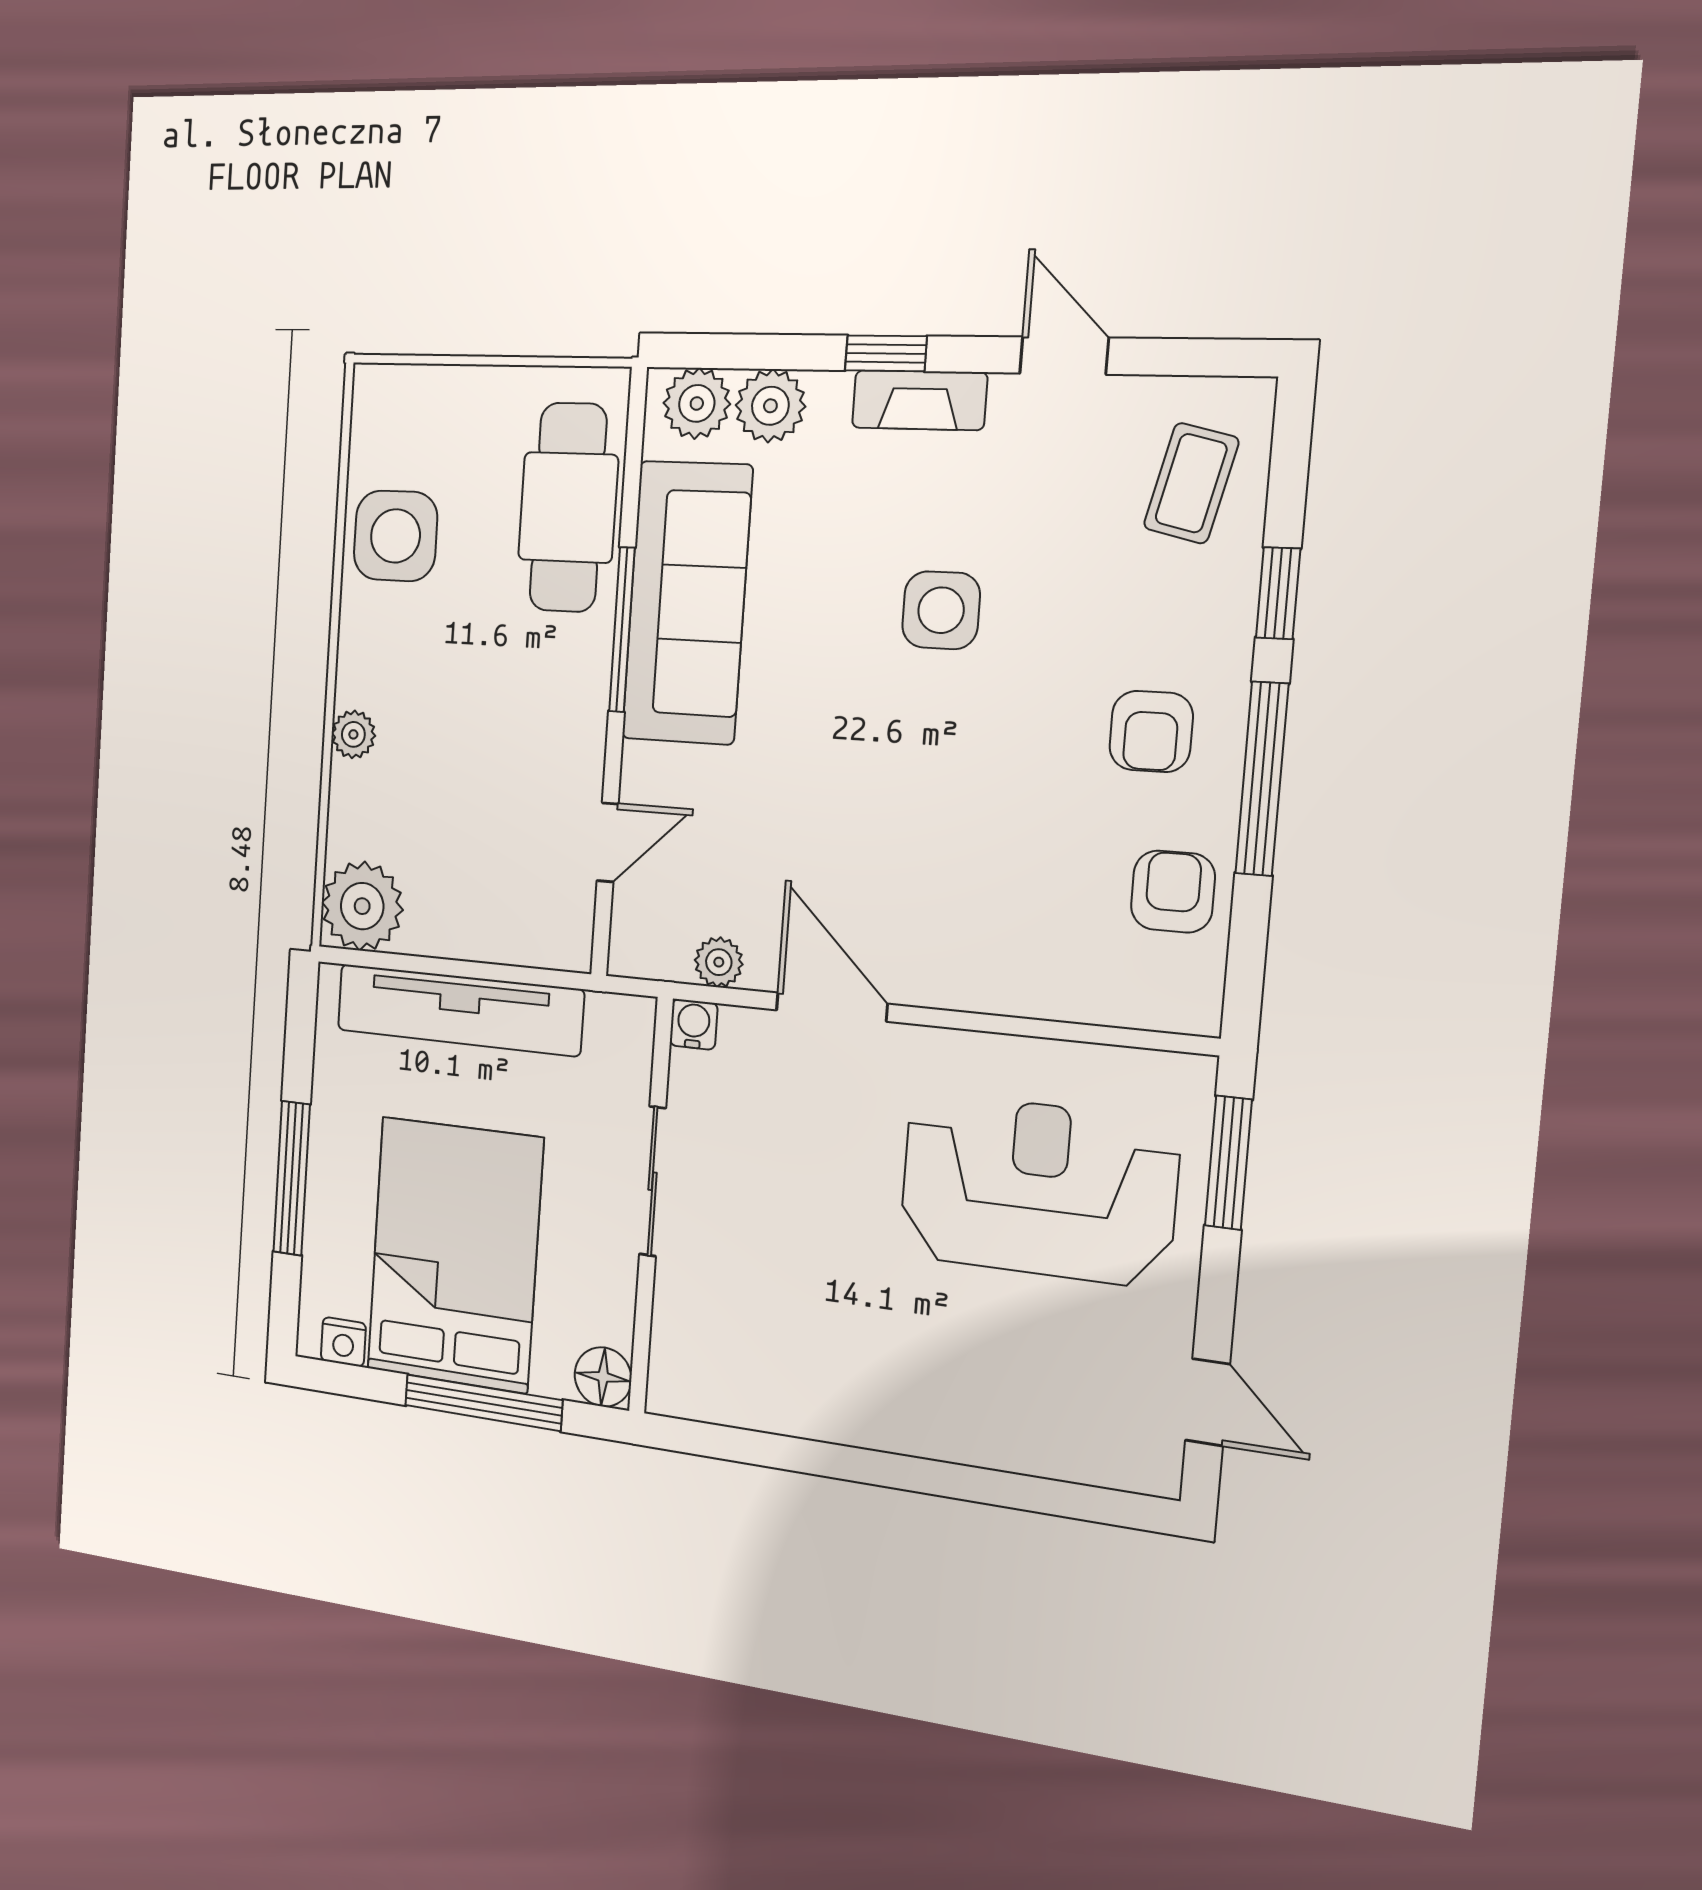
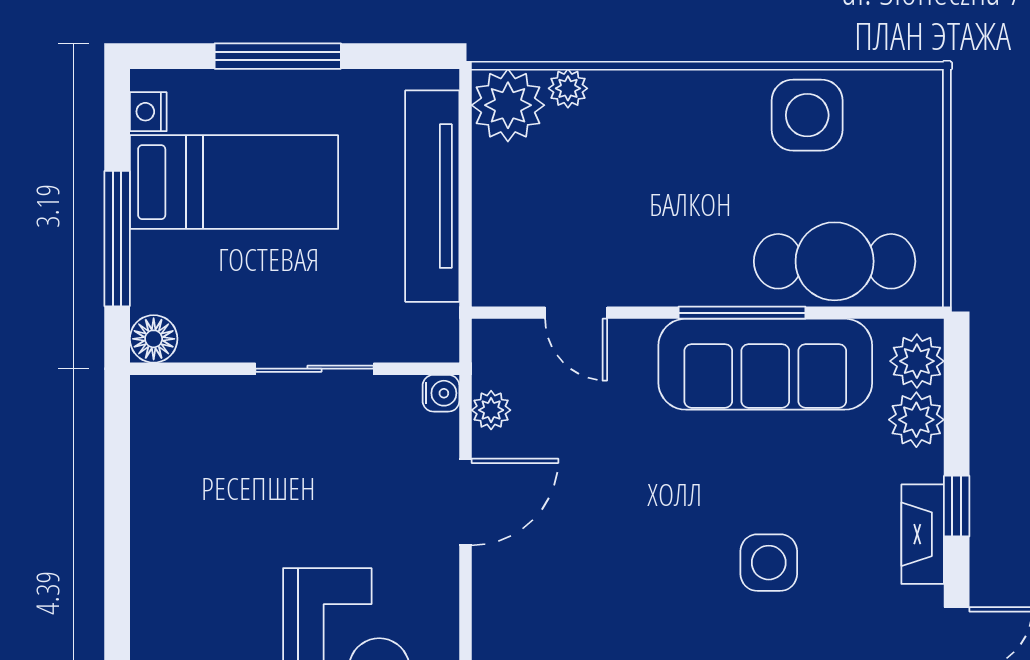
plant: (353, 734) -> (568, 88), moved
bed: (455, 1255) -> (234, 182), width x0.67

